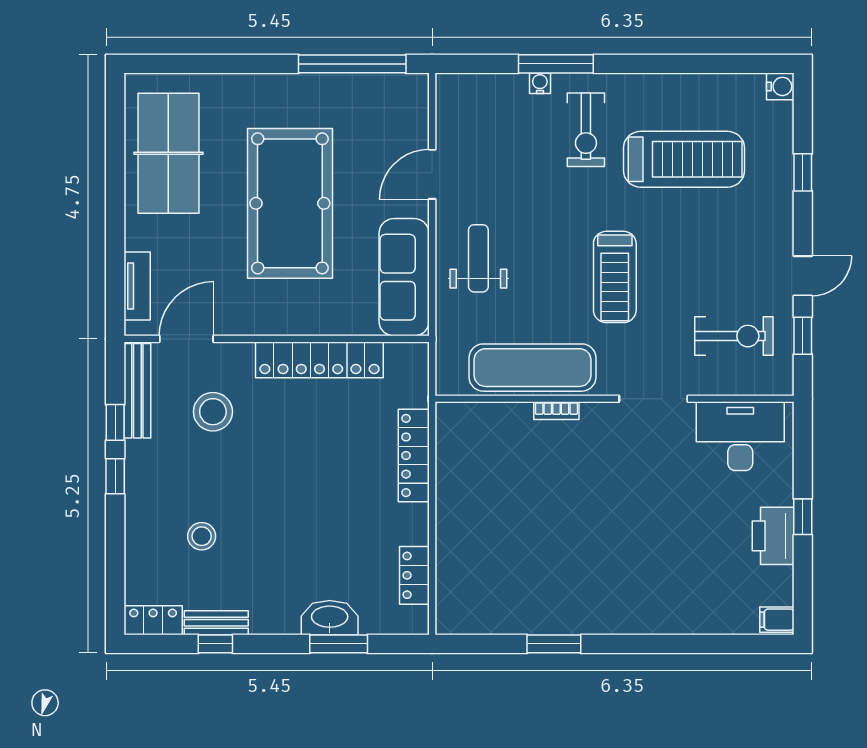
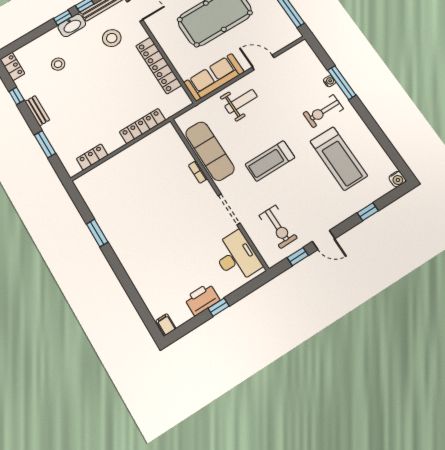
washbasin: (330, 618) -> (72, 25), moved, turned 90
bench: (216, 623) -> (37, 111), moved

